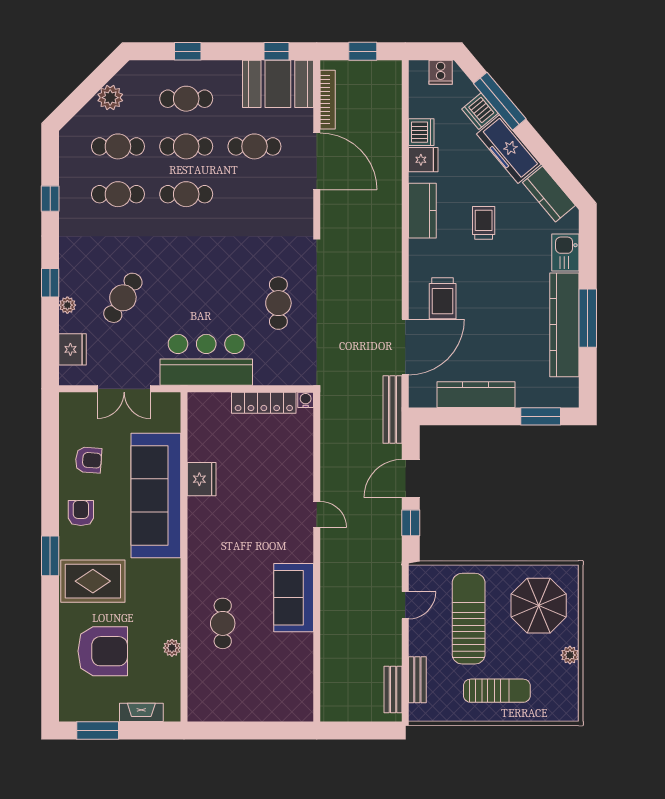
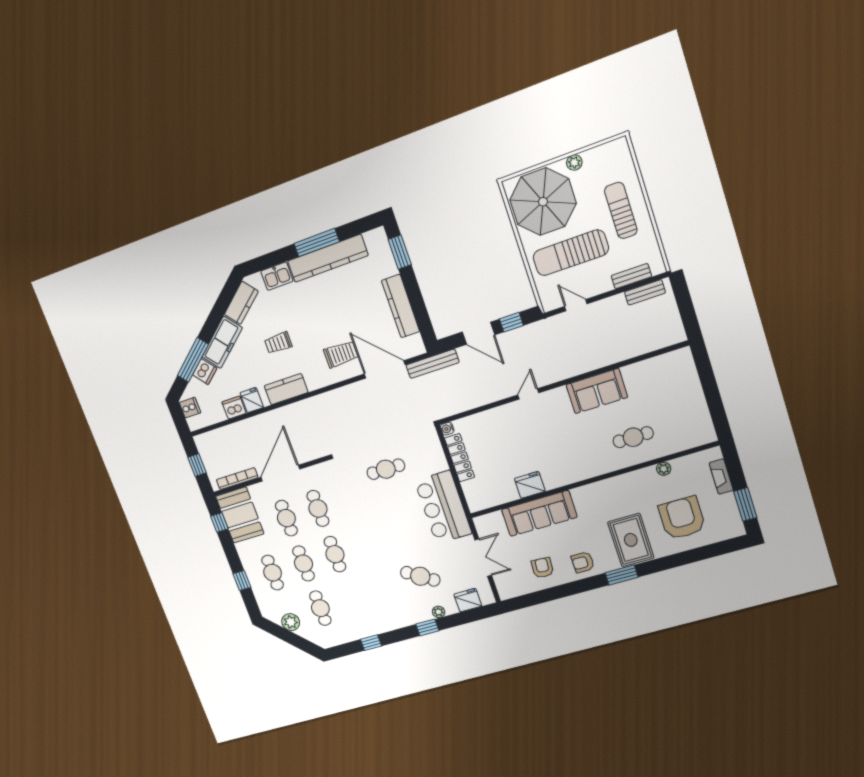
cafe table: (118, 194) -> (318, 508), moved
sofa: (156, 496) -> (539, 513), width x0.74, depth x0.79
parasol: (539, 606) -> (543, 202), width x1.36, depth x1.36

